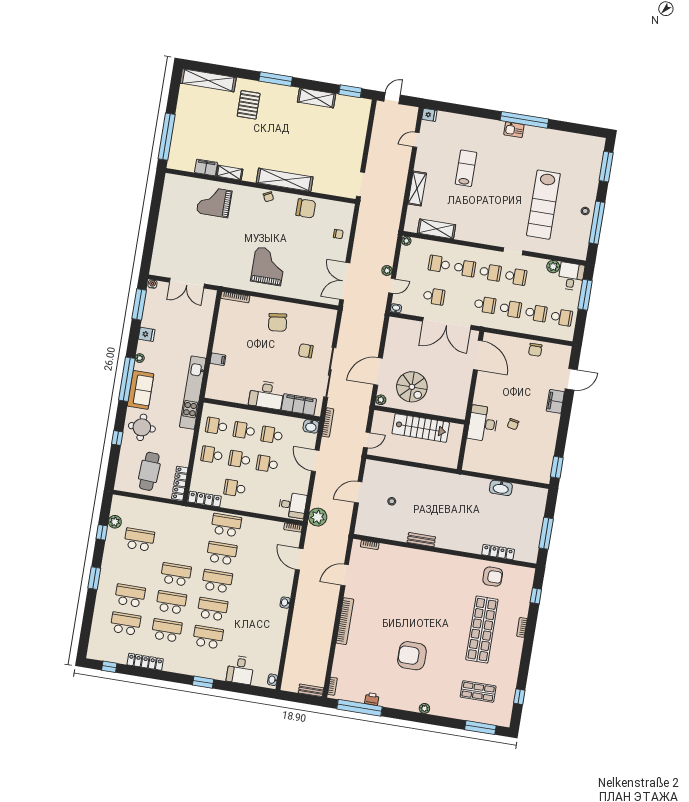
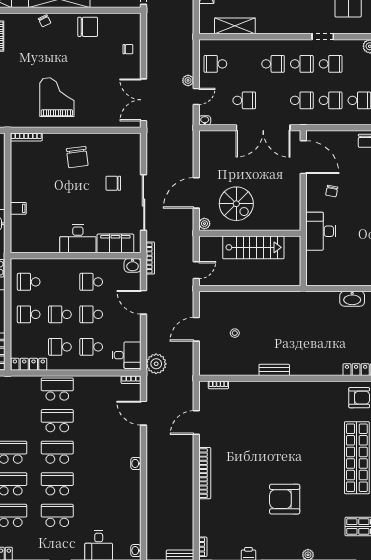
plant: (406, 241) -> (204, 44), removed
school desk: (439, 264) -> (215, 64), moved
chair: (513, 424) -> (332, 191), moved
school desk: (244, 430) -> (91, 347), moved

